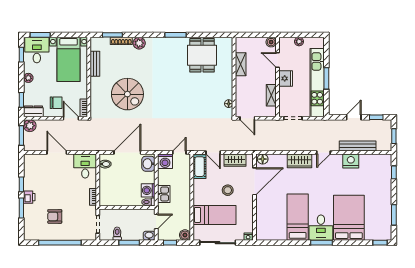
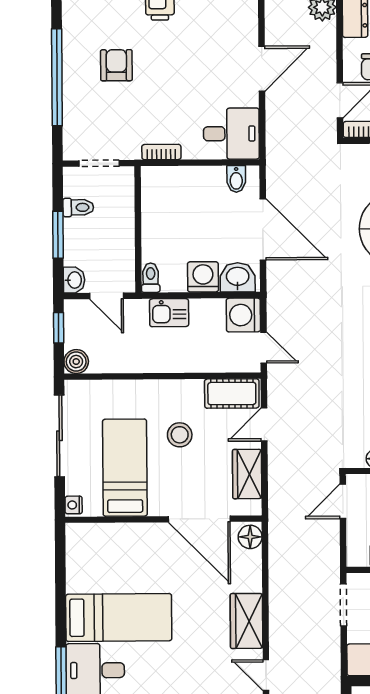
washing machine: (148, 190) -> (203, 277), moved
stool: (228, 190) -> (180, 435), moved
bed: (214, 215) -> (125, 468), moved, turned 180

